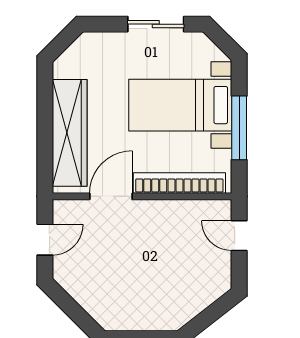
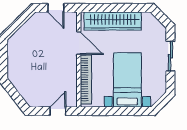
sliding door: (156, 24) -> (170, 56), moved
window: (239, 128) -> (115, 111), removed

